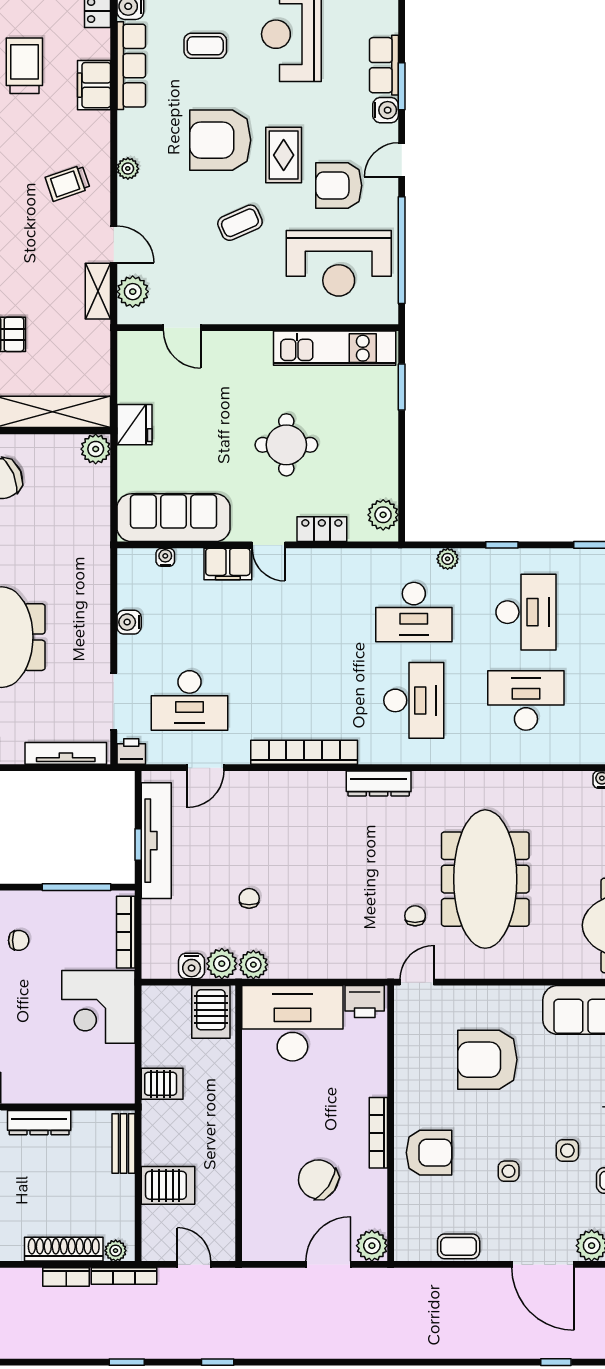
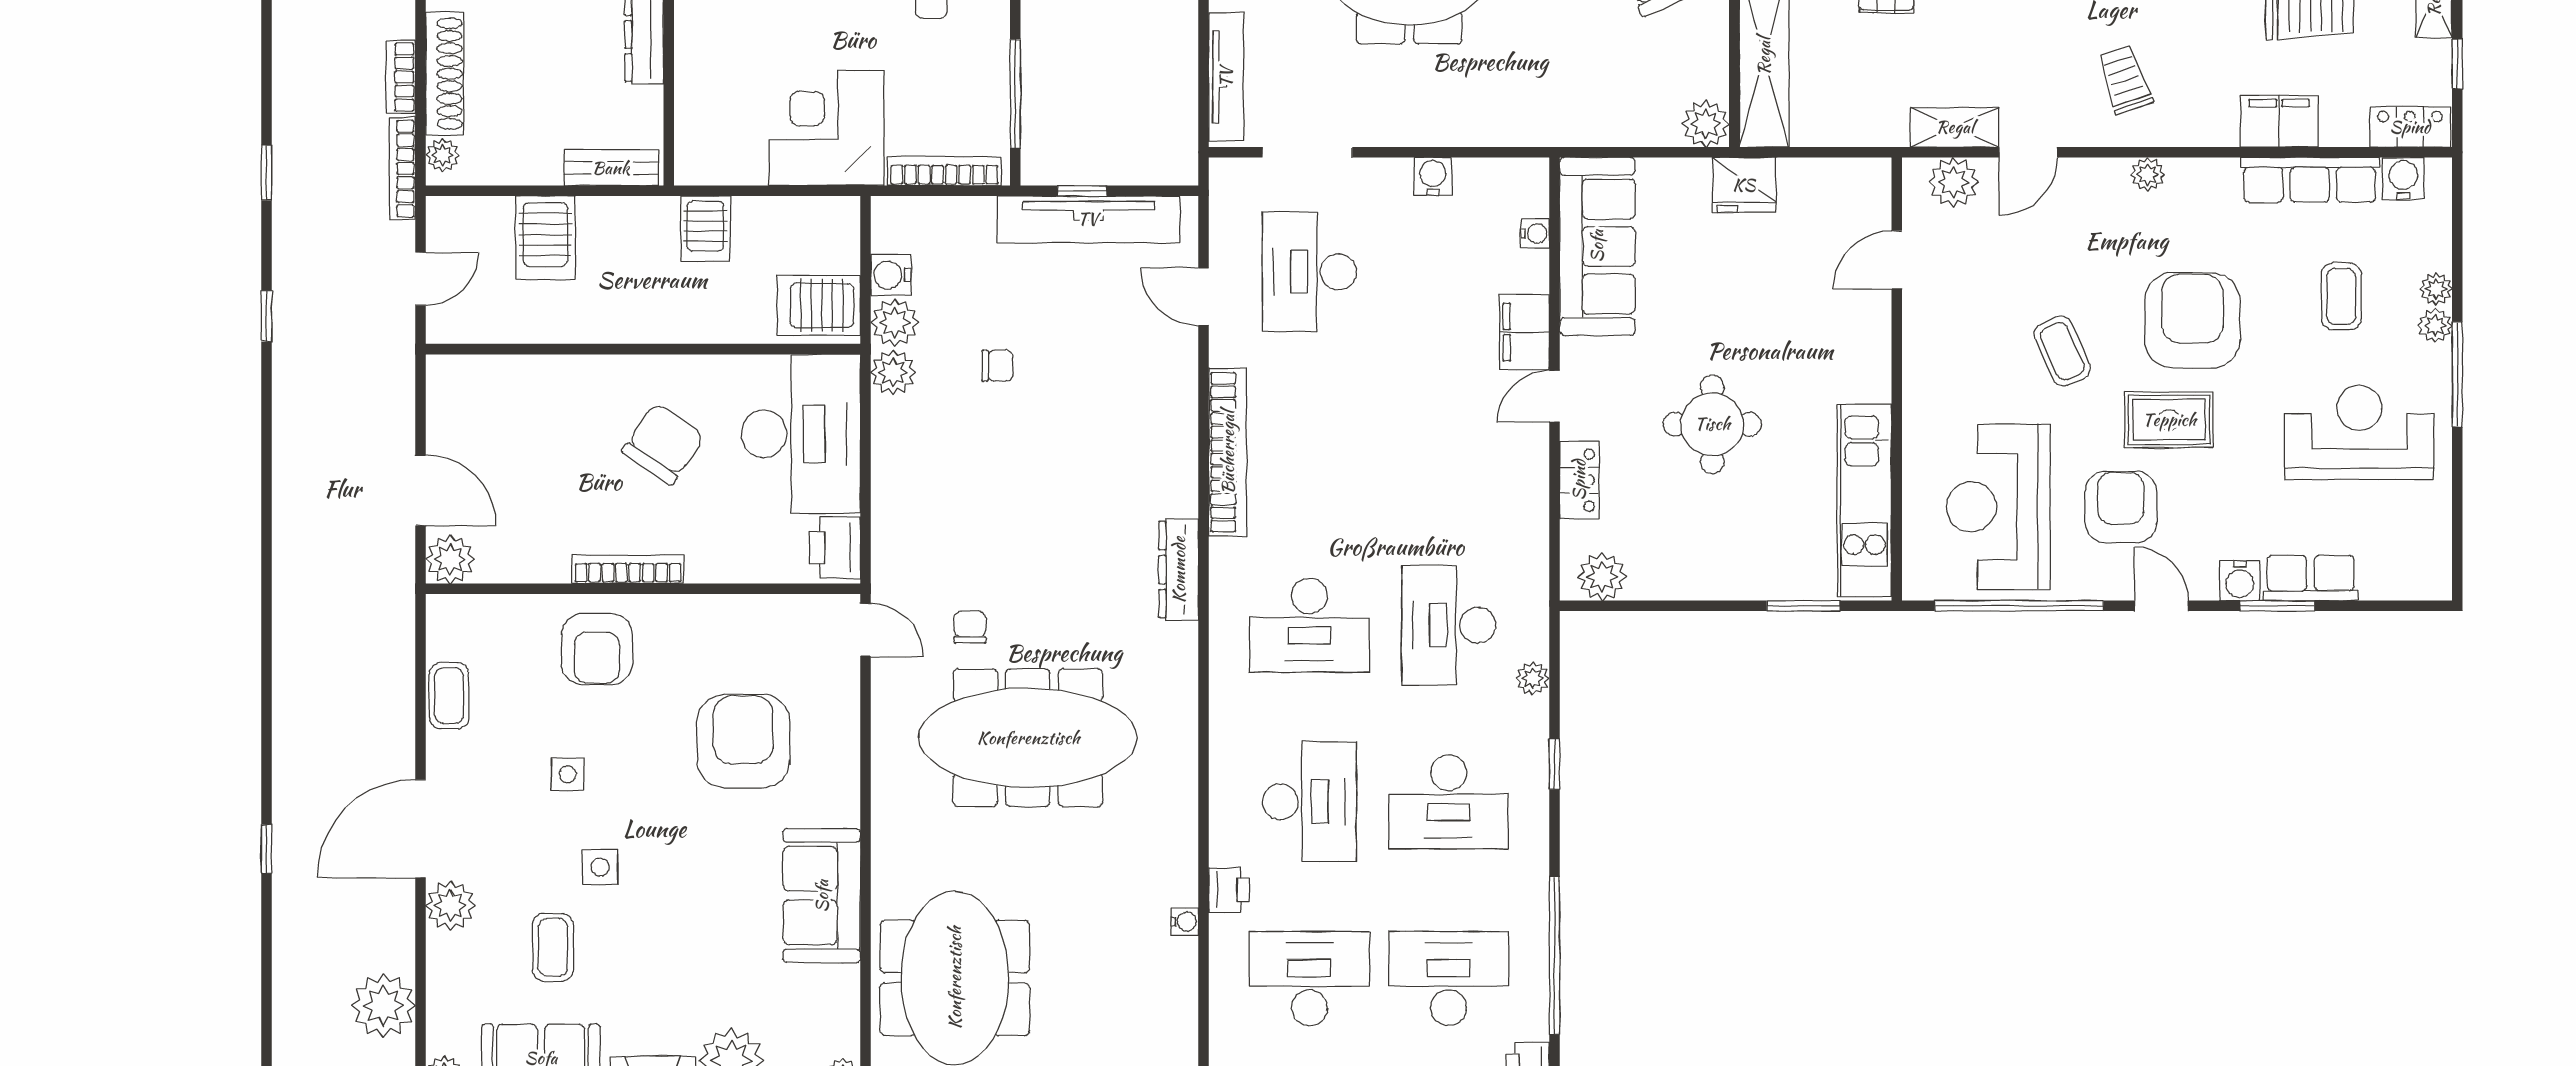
printer: (131, 751) -> (1229, 890), moved
chair: (415, 916) -> (970, 627), turned -90
chair: (318, 1179) -> (663, 444), moved

